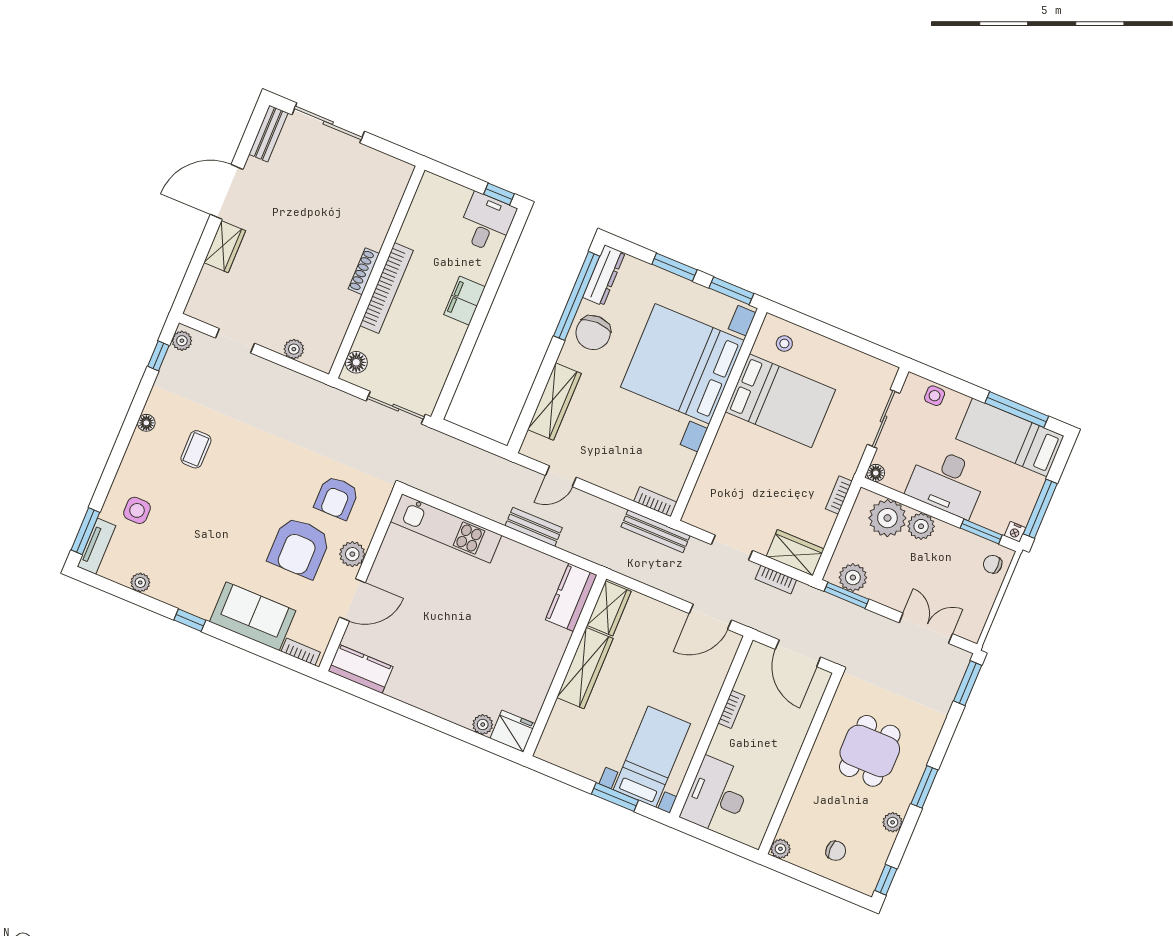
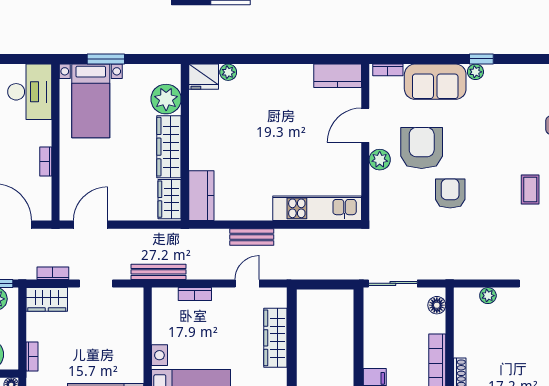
armchair: (337, 498) -> (450, 194), moved
bookcase: (655, 502) -> (195, 294), moved
plant: (140, 582) -> (475, 72), moved
plant: (566, 723) -> (166, 99), added

